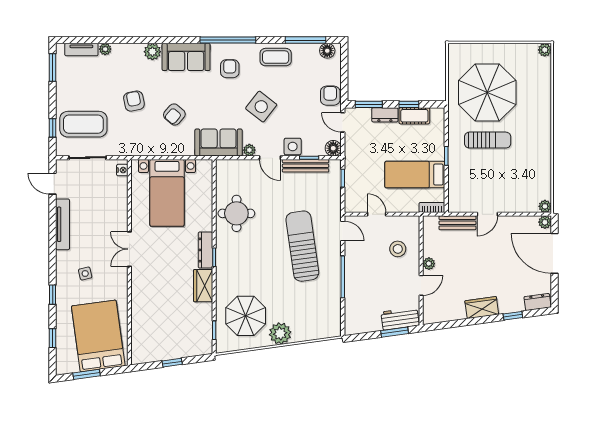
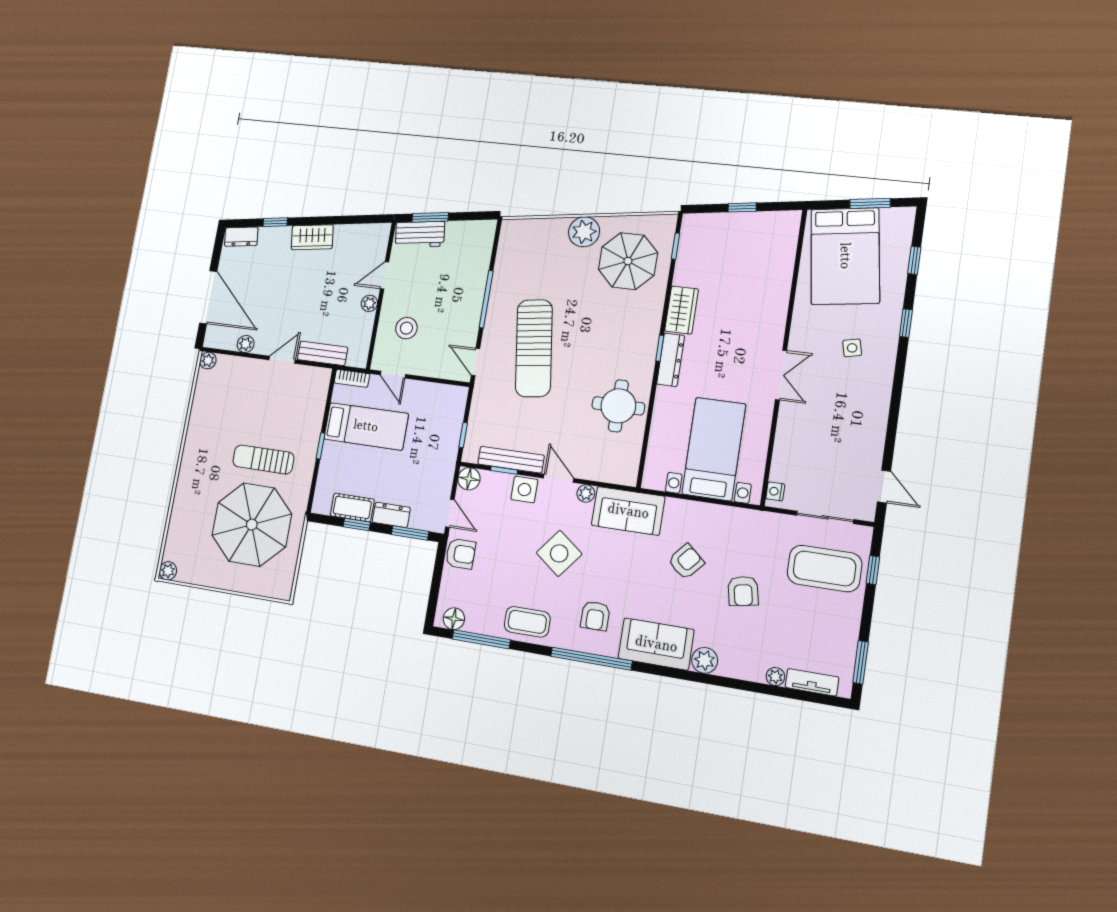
armchair: (330, 96) -> (461, 554), turned -90
door: (377, 214) -> (393, 375), moved
plant: (545, 222) -> (246, 344), moved
tv unit: (63, 224) -> (877, 424), removed

